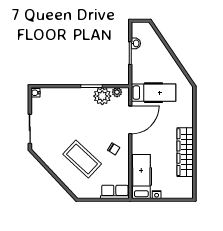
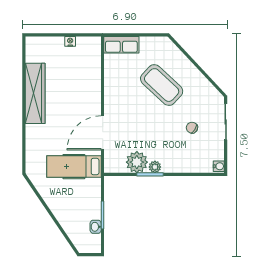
plant: (117, 92) -> (155, 167), moved
chair: (114, 149) -> (192, 128), moved
hospital bed: (141, 177) -> (89, 63), removed

